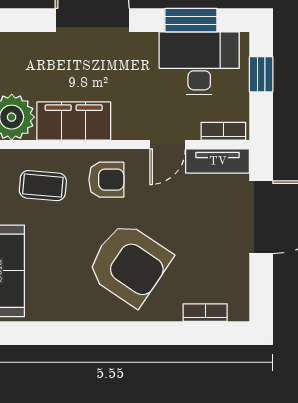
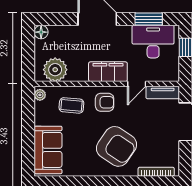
filing cabinet: (74, 121) -> (108, 72), moved
bookcase: (223, 131) -> (166, 77), removed
bookcase: (205, 313) -> (156, 172), width x1.56

